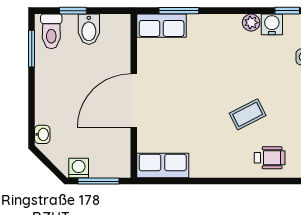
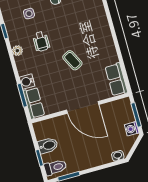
water cooler: (272, 24) -> (27, 82), moved
coffee table: (248, 114) -> (72, 60), moved
wheelchair: (270, 158) -> (41, 41), moved, turned 180

